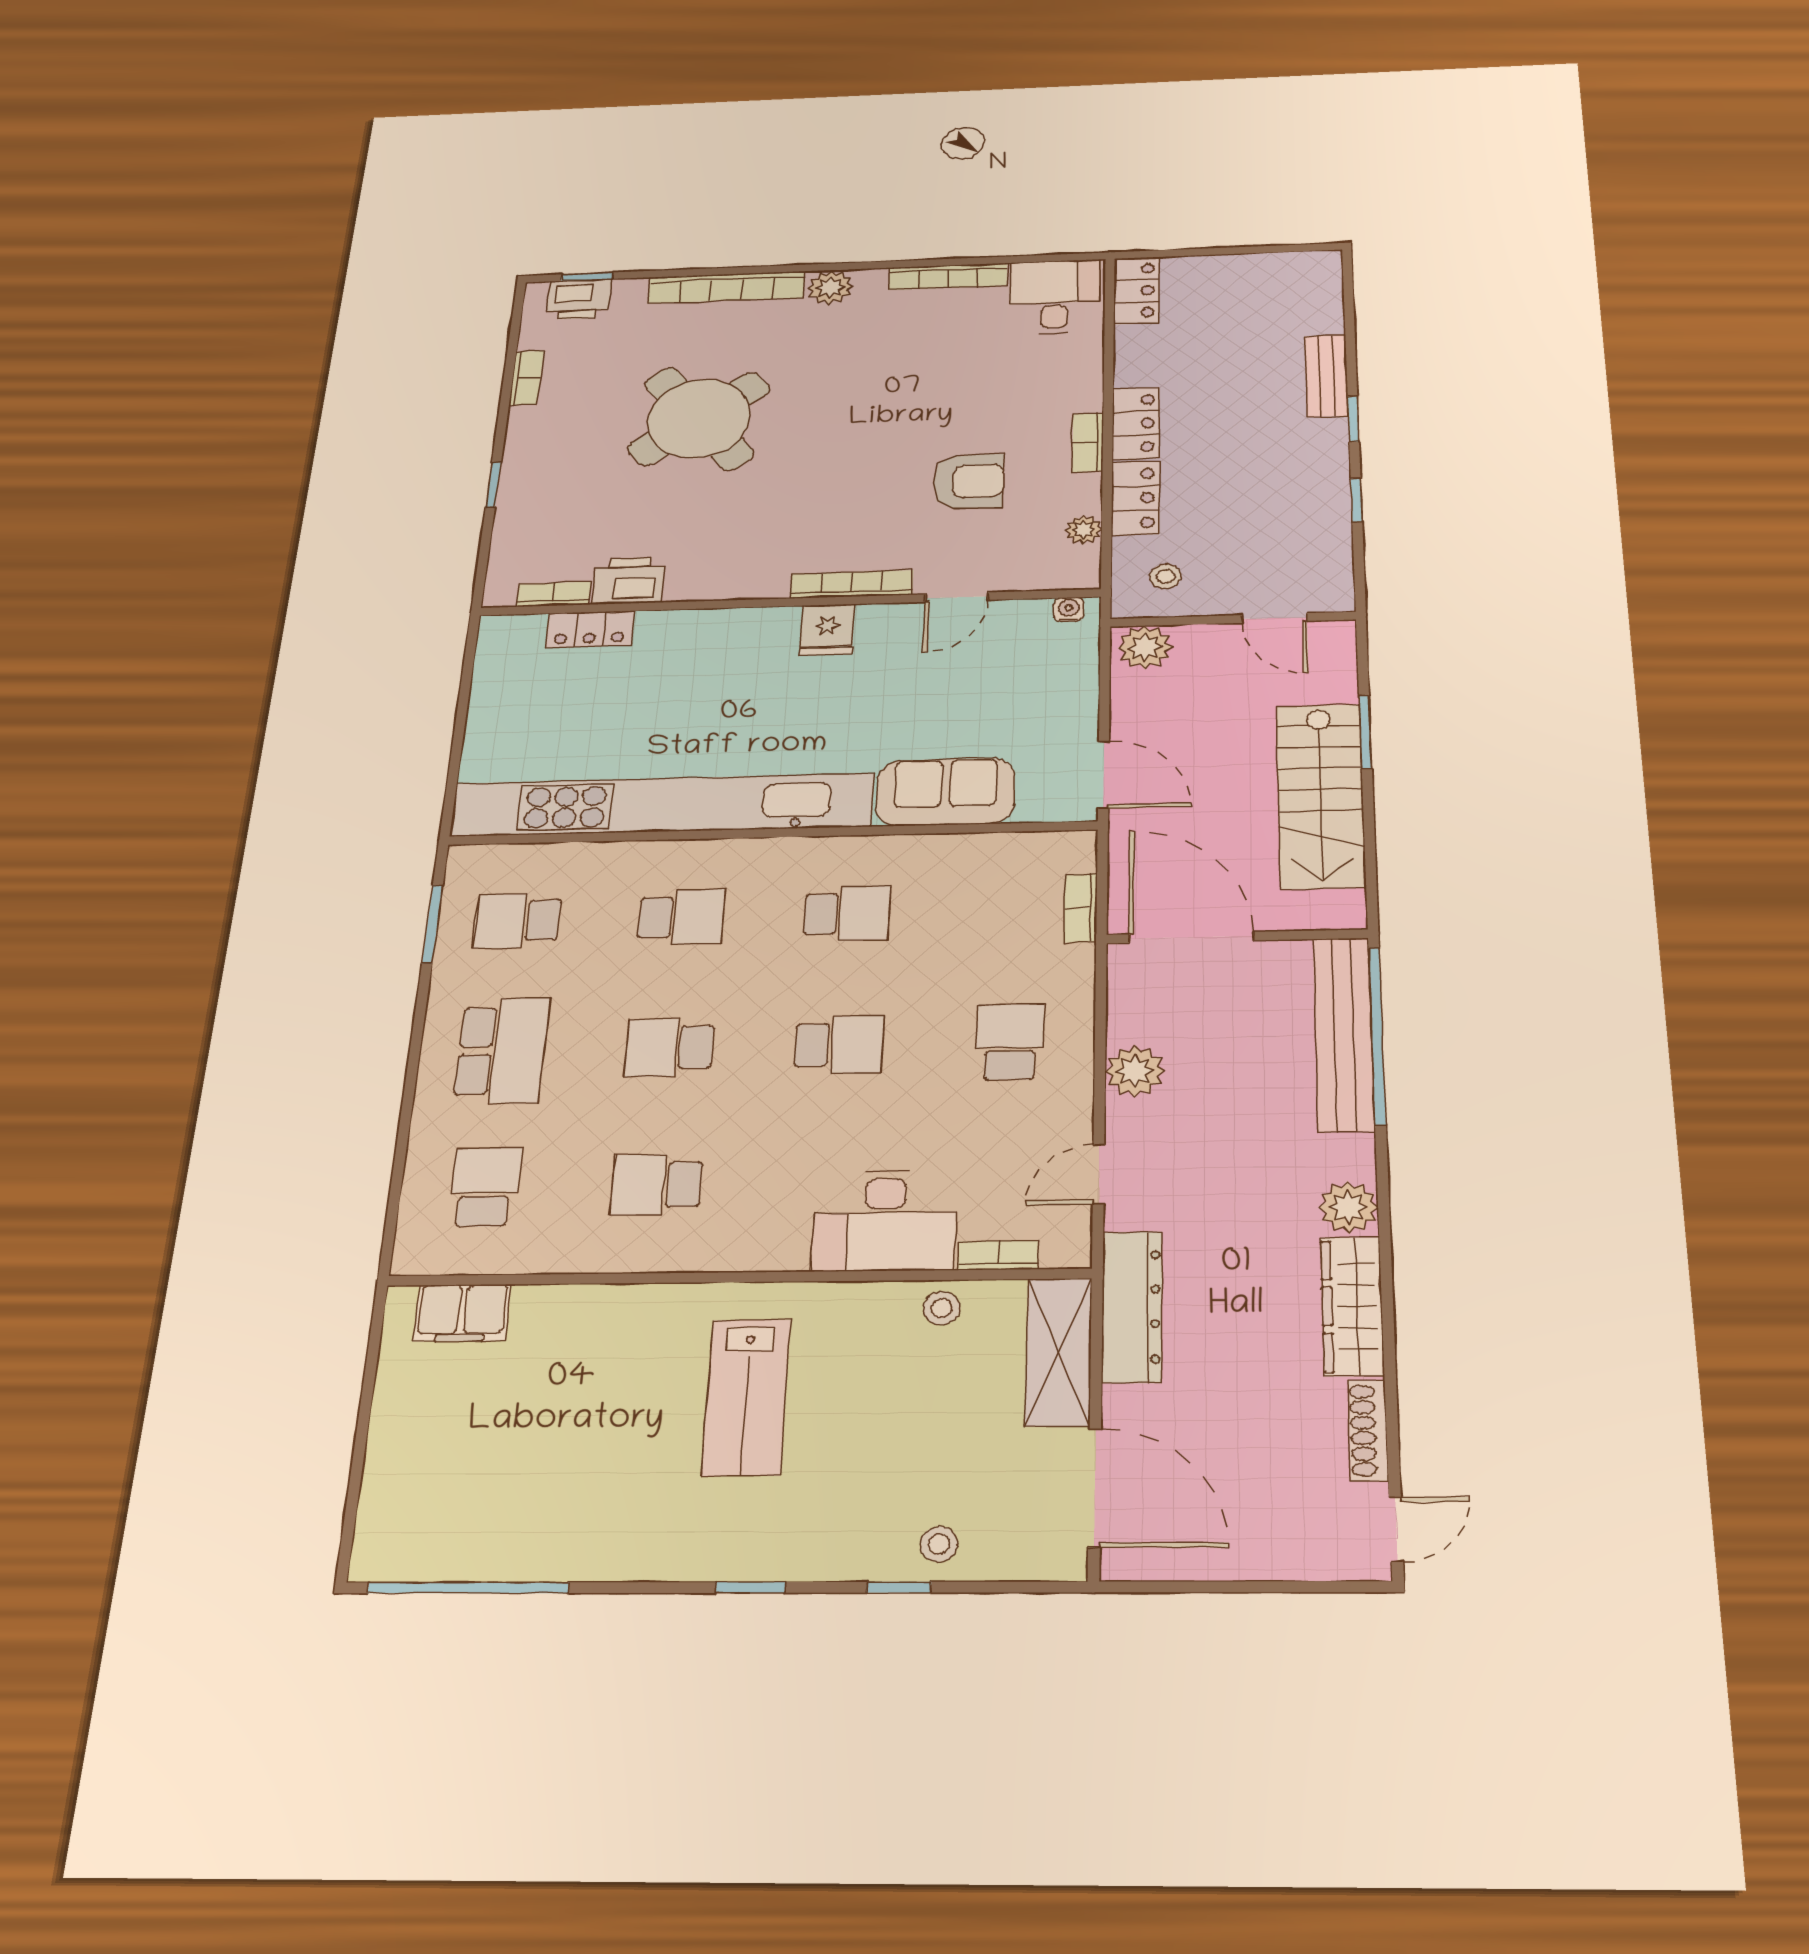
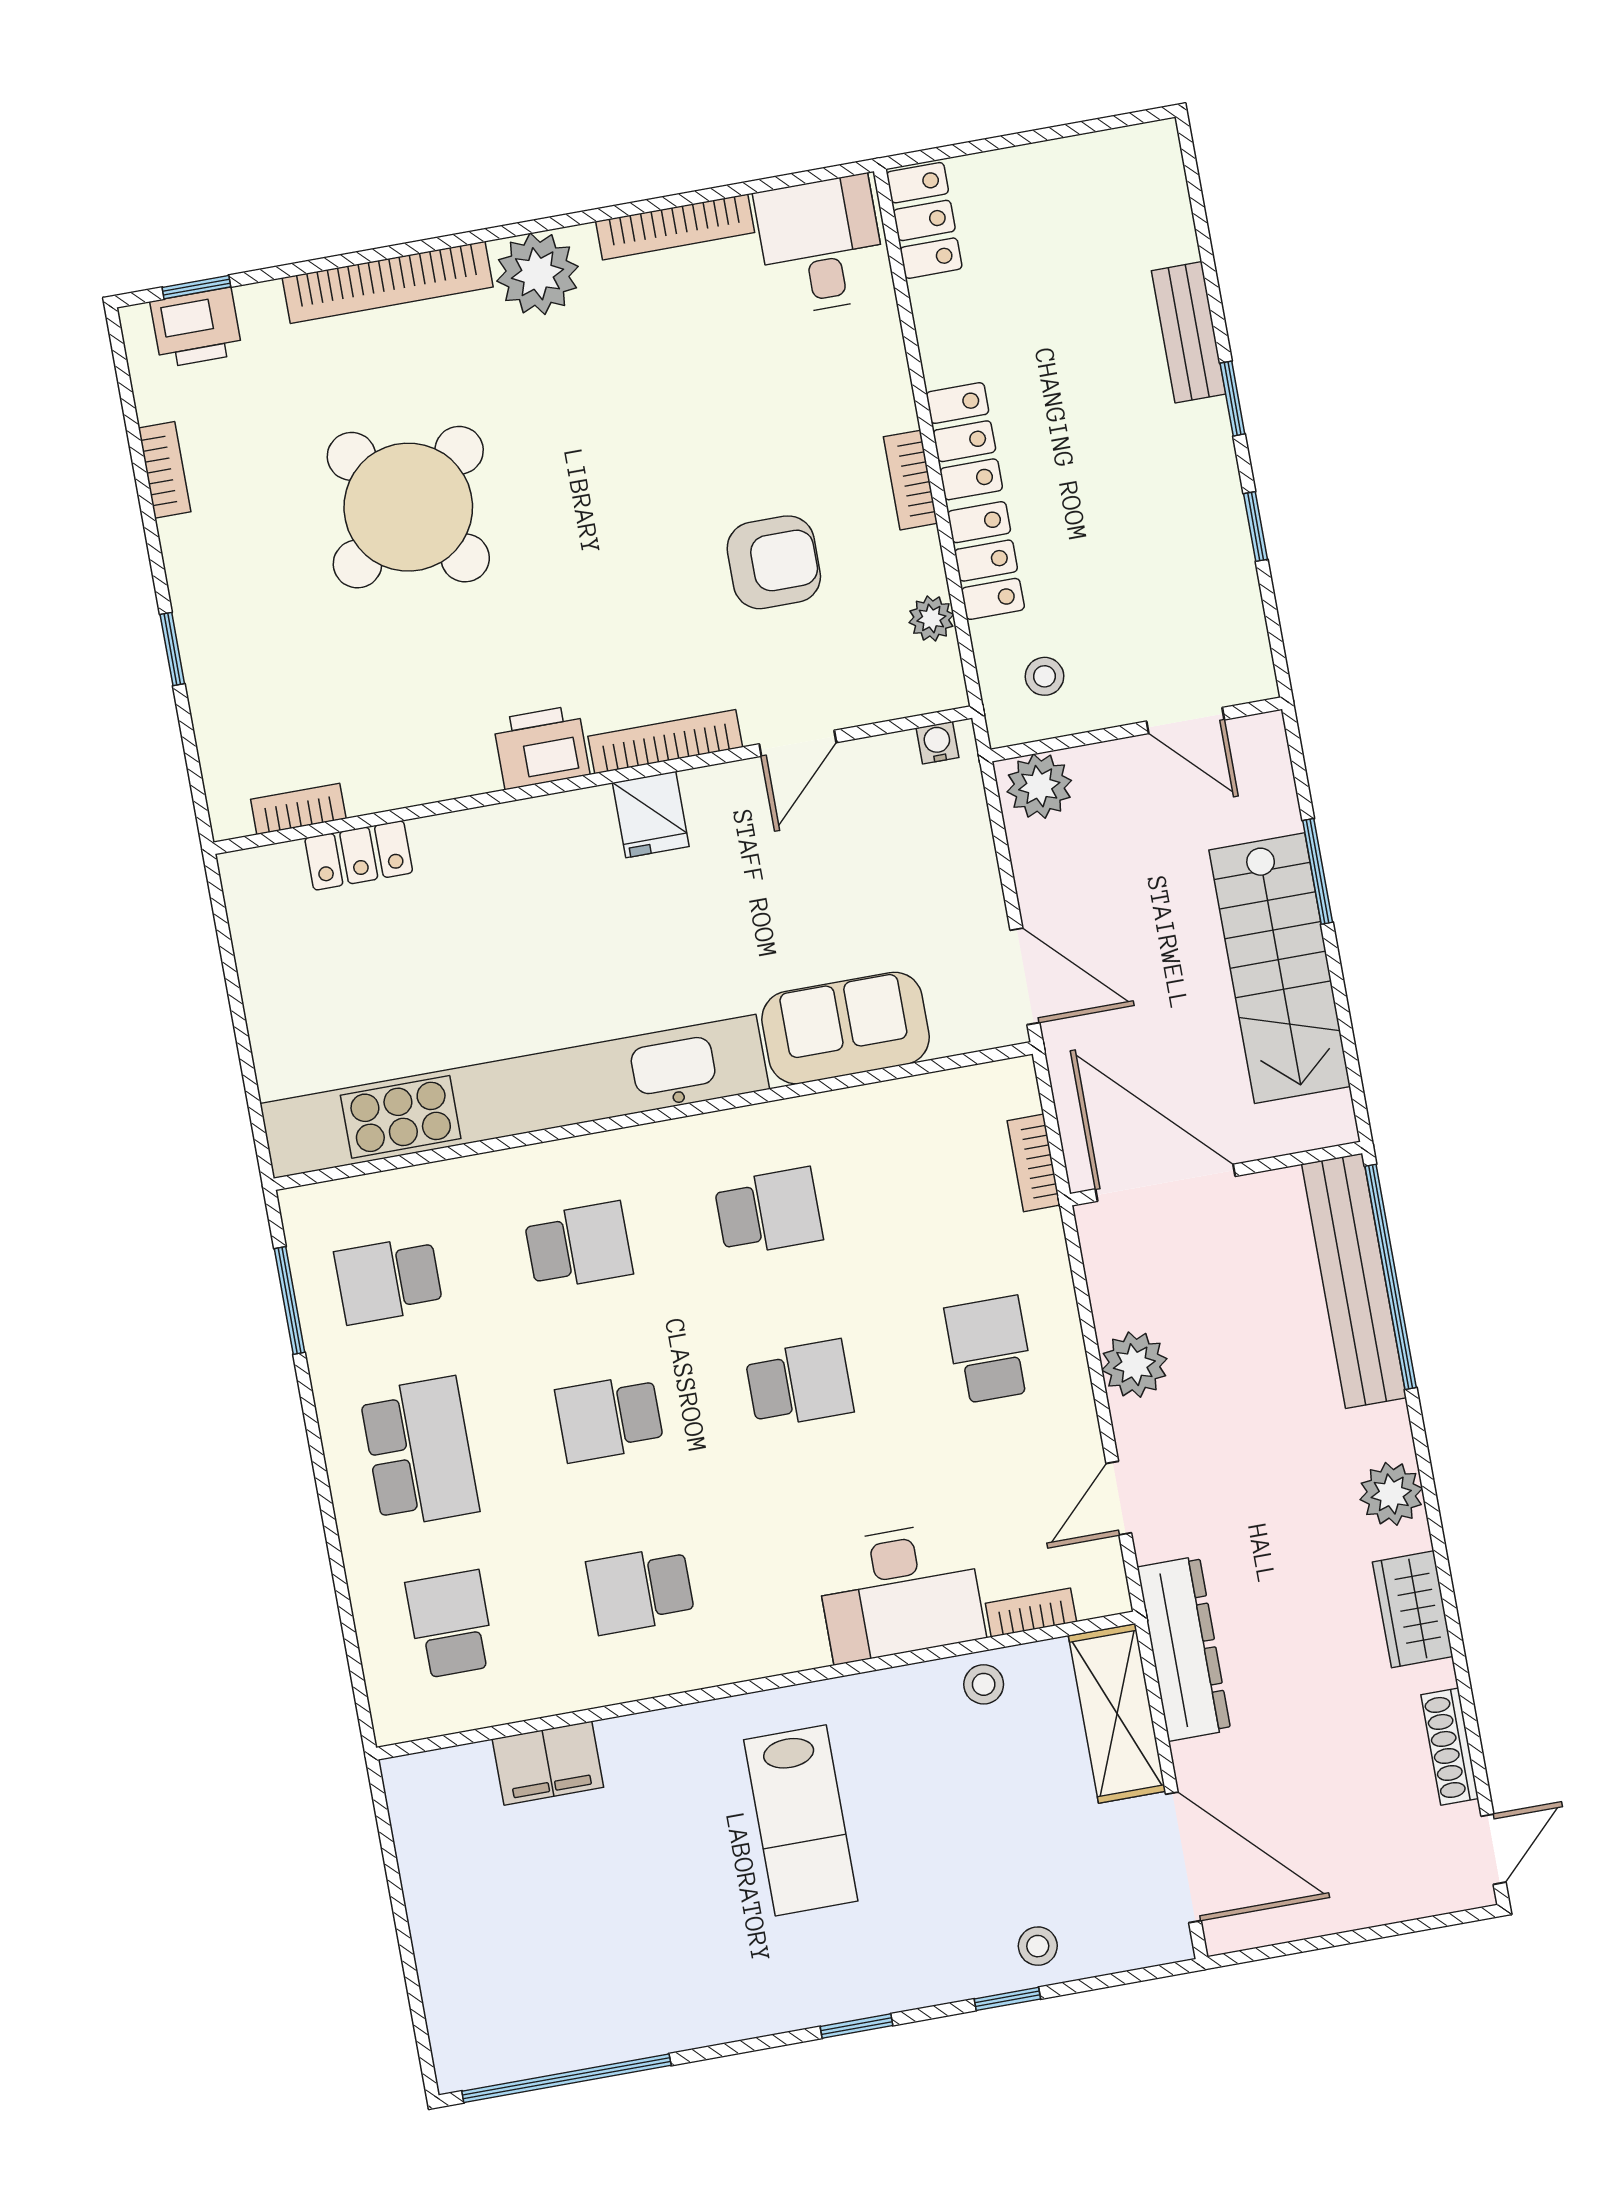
plant: (830, 287) -> (538, 274), width x1.36, depth x1.36
printer: (629, 581) -> (541, 747), moved
wardrobe: (1352, 1306) -> (1413, 1609), width x0.67
filing cabinet: (462, 1313) -> (548, 1763), moved

